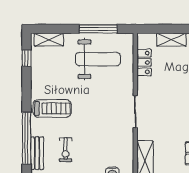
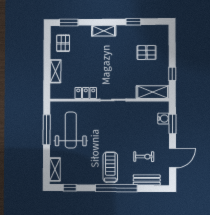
locker: (144, 62) -> (86, 93), moved
window: (27, 138) -> (116, 188), moved

